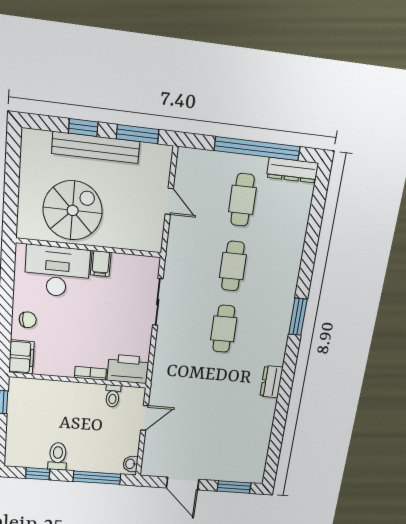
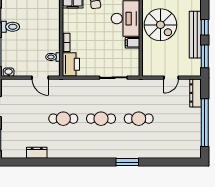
dresser: (293, 170) -> (195, 93), moved
cafe table: (242, 200) -> (63, 119), moved
window: (298, 317) -> (127, 162), moved
dresser: (271, 382) -> (37, 153), moved

